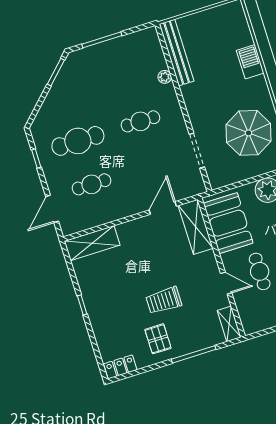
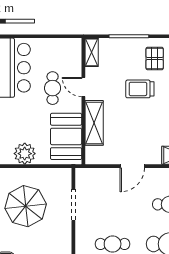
door: (163, 208) -> (132, 166), moved
shelving: (196, 227) -> (94, 123), moved
trolley: (164, 300) -> (140, 89), turned 180

